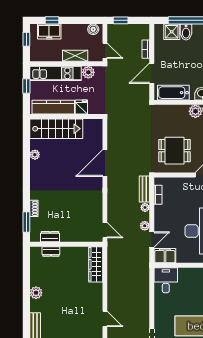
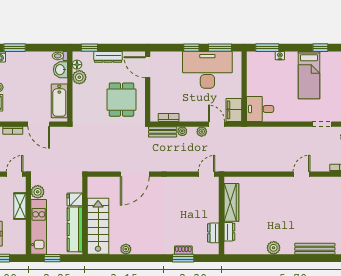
door: (105, 163) -> (135, 174), hinge flipped
window: (26, 222) -> (183, 258), moved
wardrobe: (96, 264) -> (231, 202), moved, turned -90

